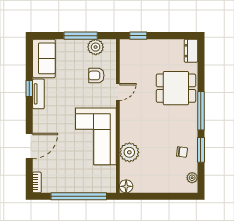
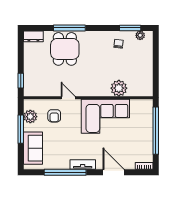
sofa: (44, 58) -> (33, 148), moved, turned 90
window: (29, 88) -> (65, 172), width x3.17
tv unit: (38, 94) -> (83, 165), moved
window: (201, 111) -> (69, 28), moved
window: (201, 150) -> (130, 28), moved
floor lamp: (126, 186) -> (147, 91), removed

